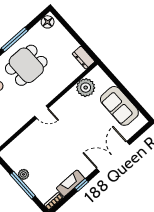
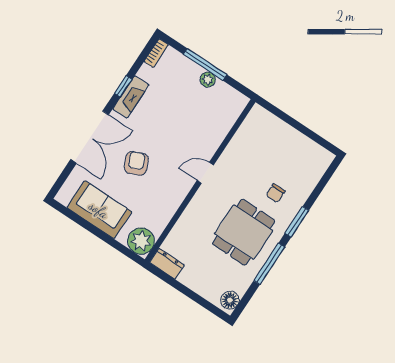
plant: (86, 88) -> (141, 241), moved
armchair: (86, 131) -> (136, 163), added
fireplace: (70, 183) -> (131, 97), moved

